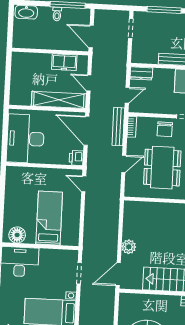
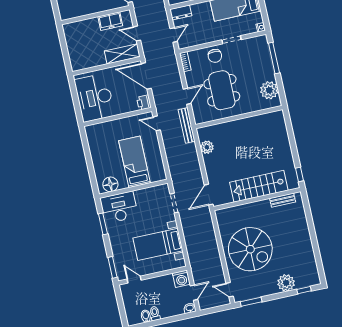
shelving: (59, 100) -> (122, 54), width x0.68
bench: (118, 127) -> (187, 125), moved
plant: (129, 247) -> (207, 147), moved

